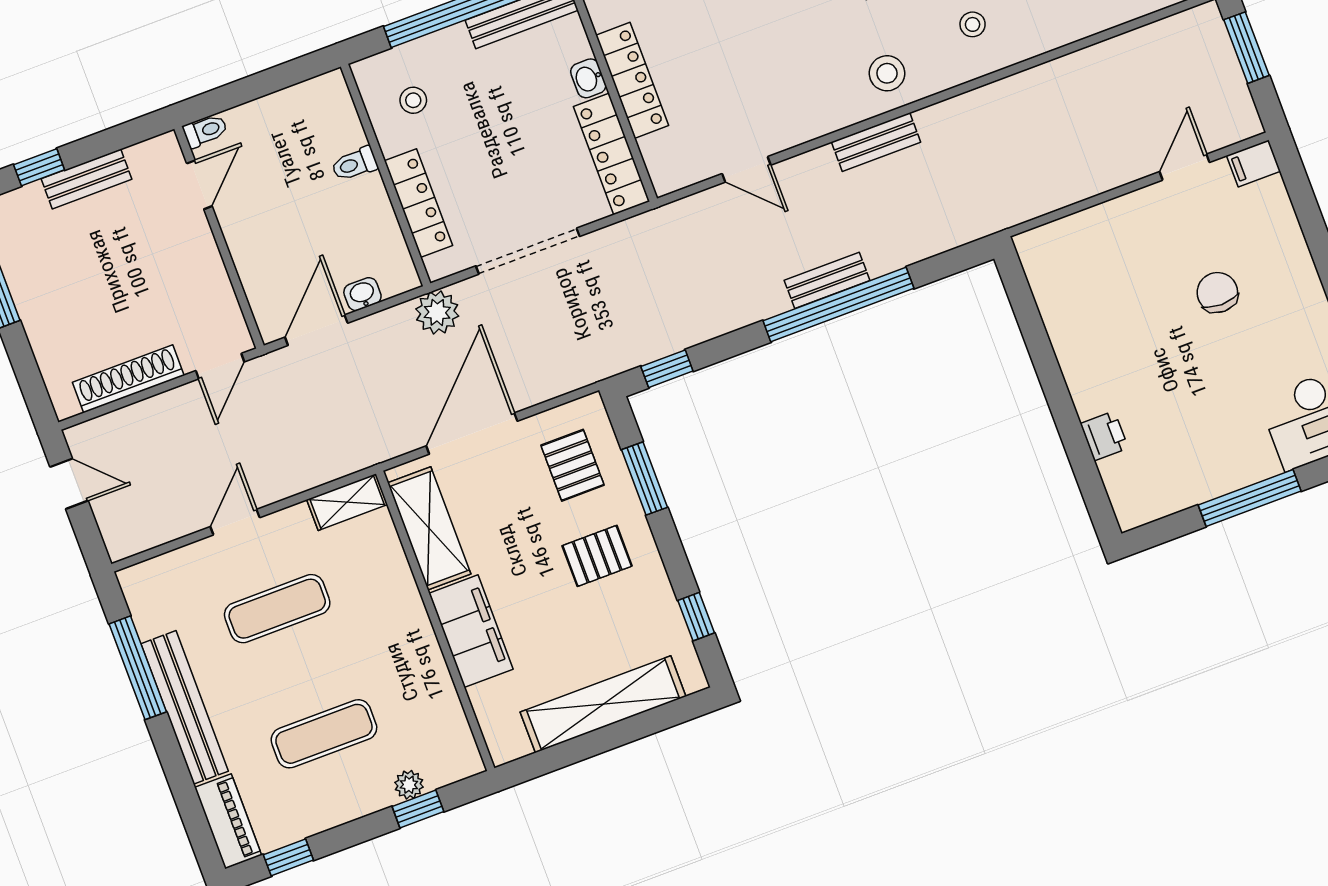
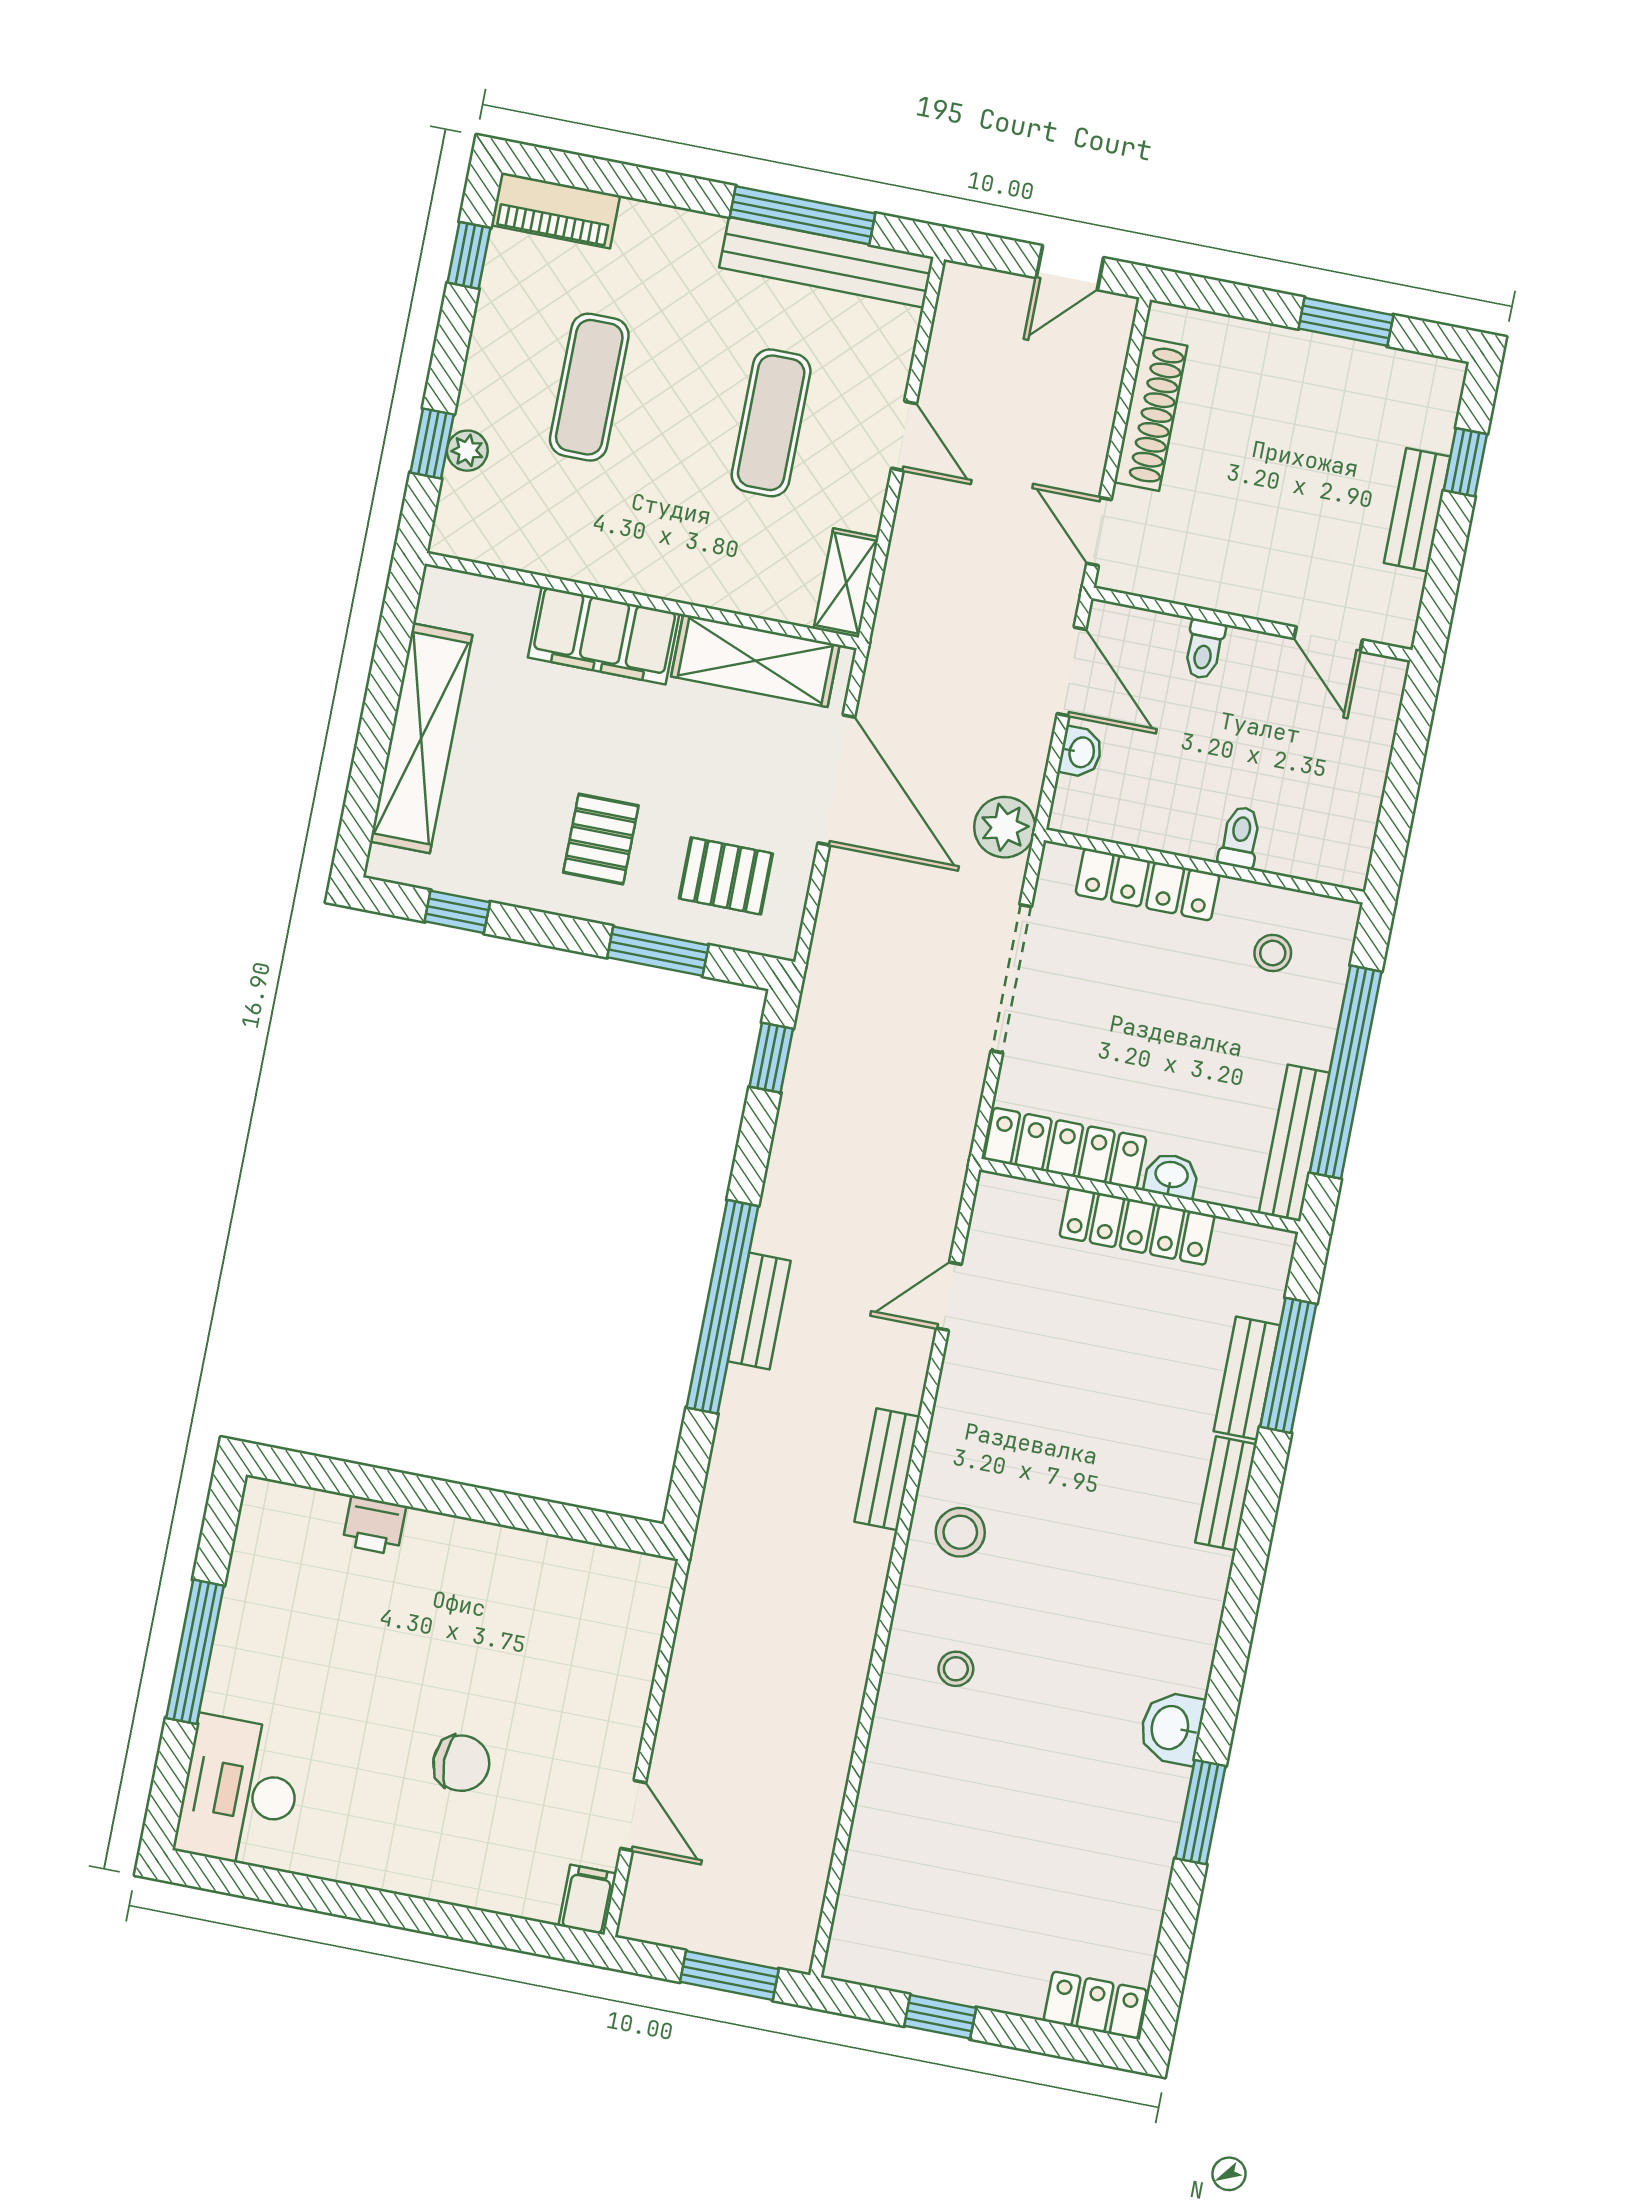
toilet: (205, 131) -> (1204, 649), moved
bench: (185, 707) -> (826, 262), moved

